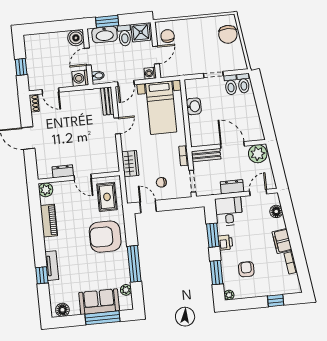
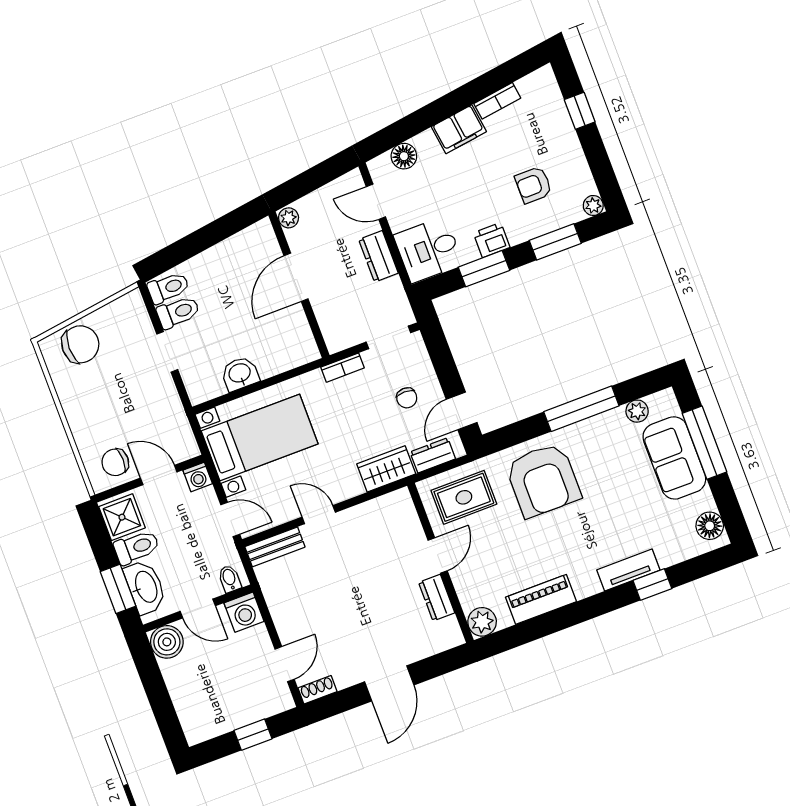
plant: (258, 154) -> (289, 218), width x0.53, depth x0.53
bench: (206, 155) -> (330, 324), removed
dresser: (131, 187) -> (433, 455), added

